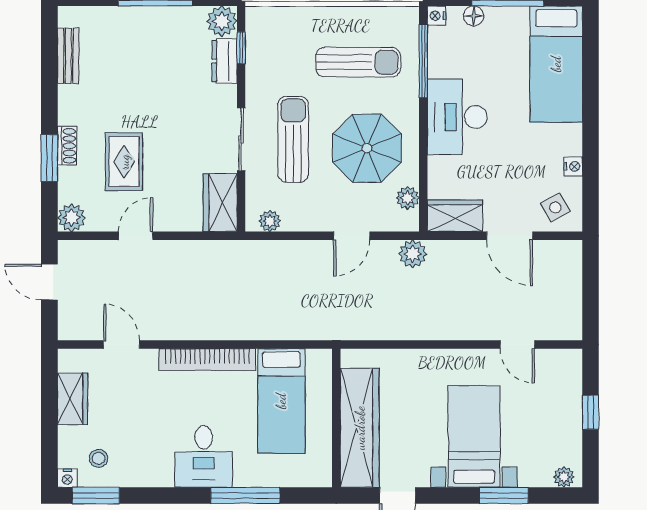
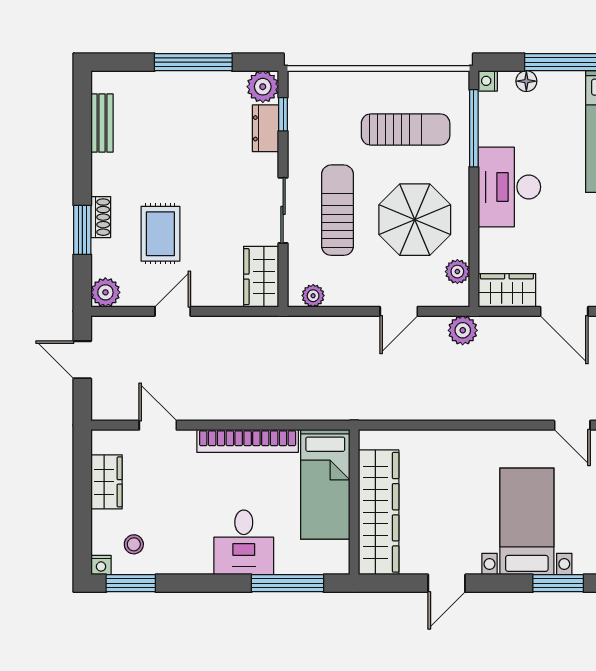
wall: (336, 418) -> (354, 502), moved
wardrobe: (360, 428) -> (379, 512), moved

